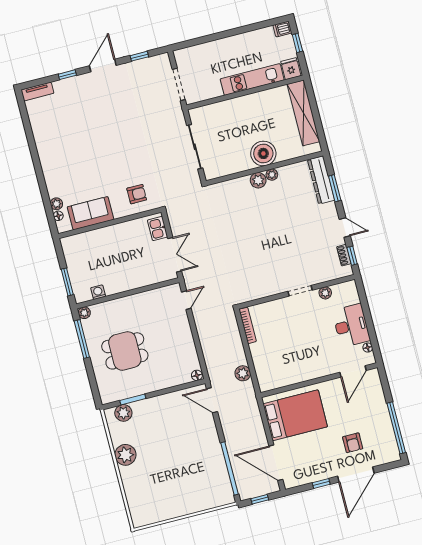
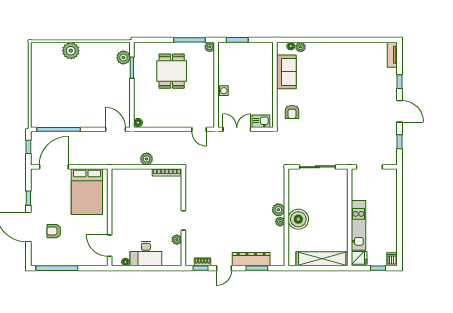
dresser: (321, 180) -> (251, 259), moved
double door: (175, 255) -> (237, 129), swing flipped
washing machine: (98, 292) -> (223, 91), moved
plant: (243, 373) -> (147, 159), moved
door: (212, 400) -> (115, 129), hinge flipped
plant: (125, 455) -> (71, 51), moved

